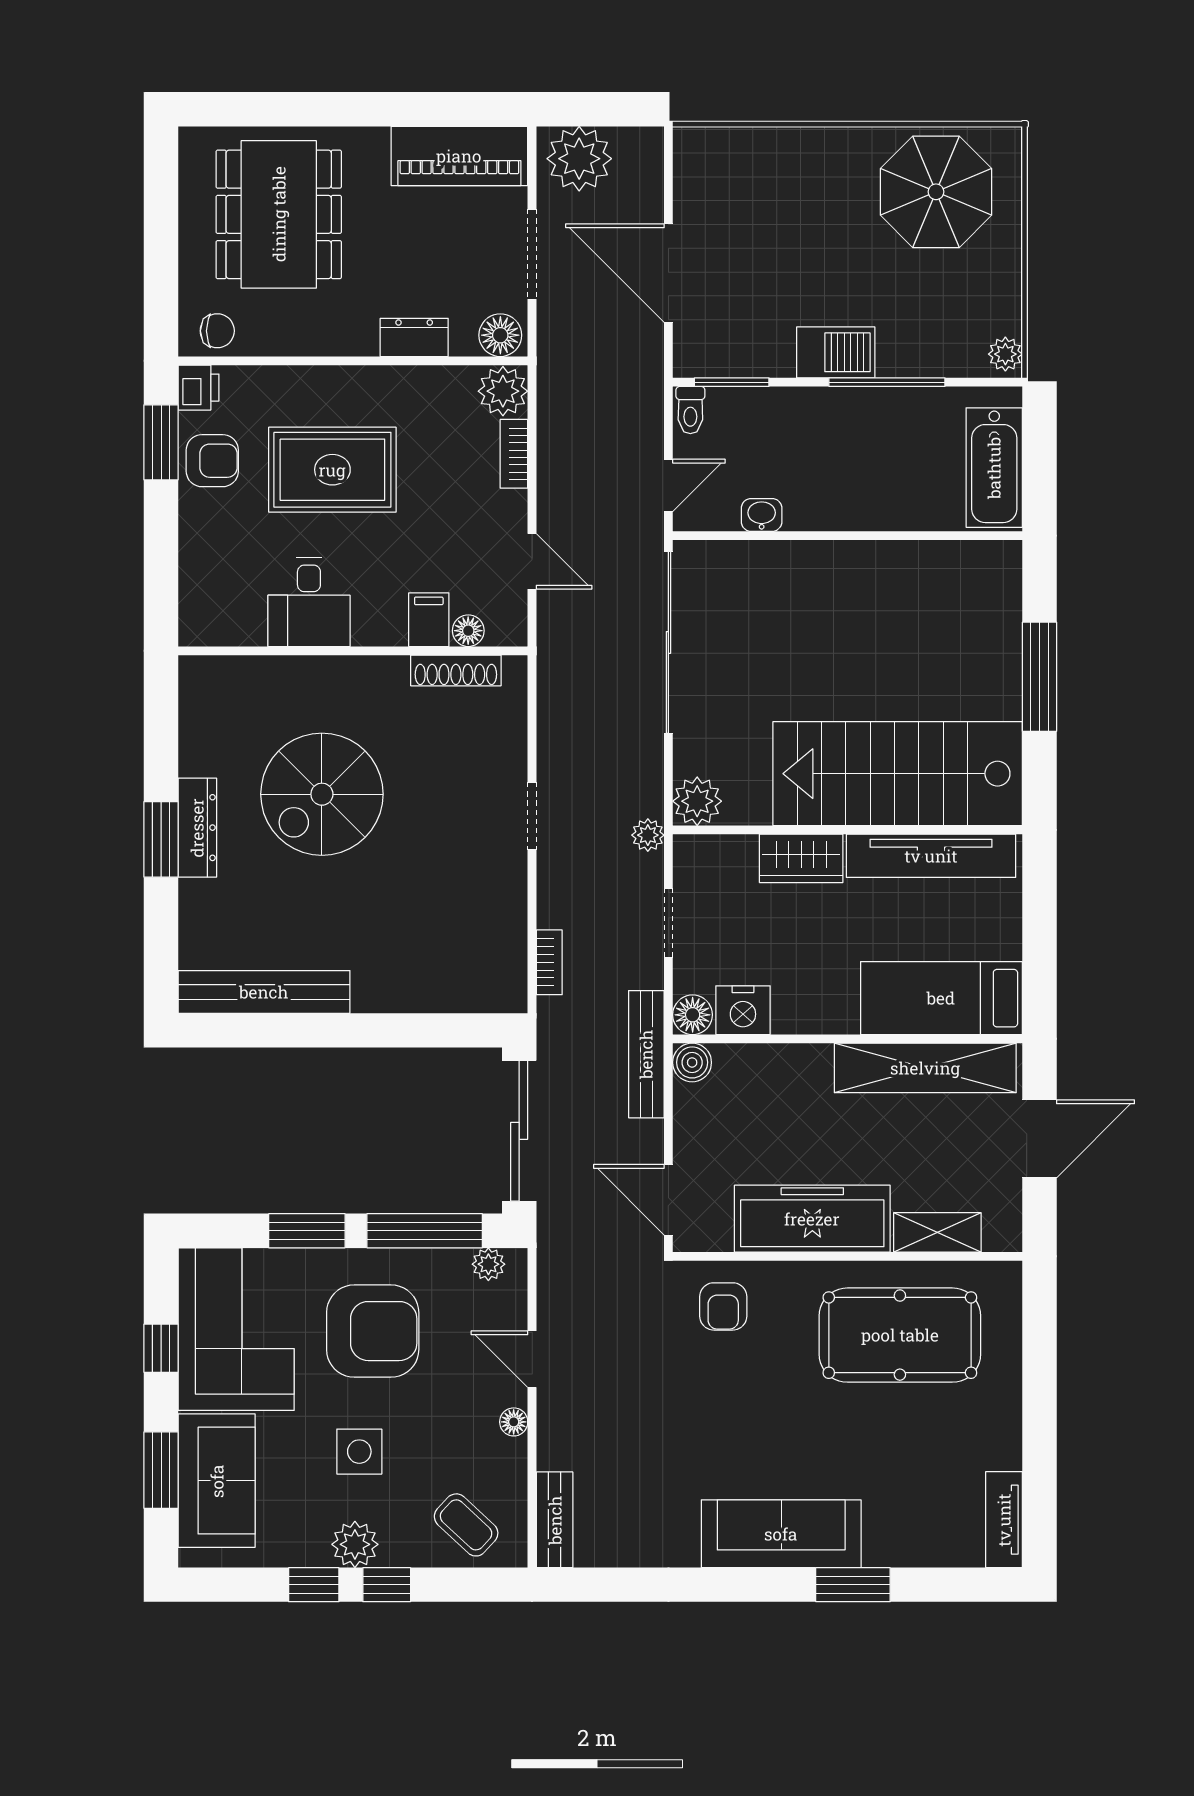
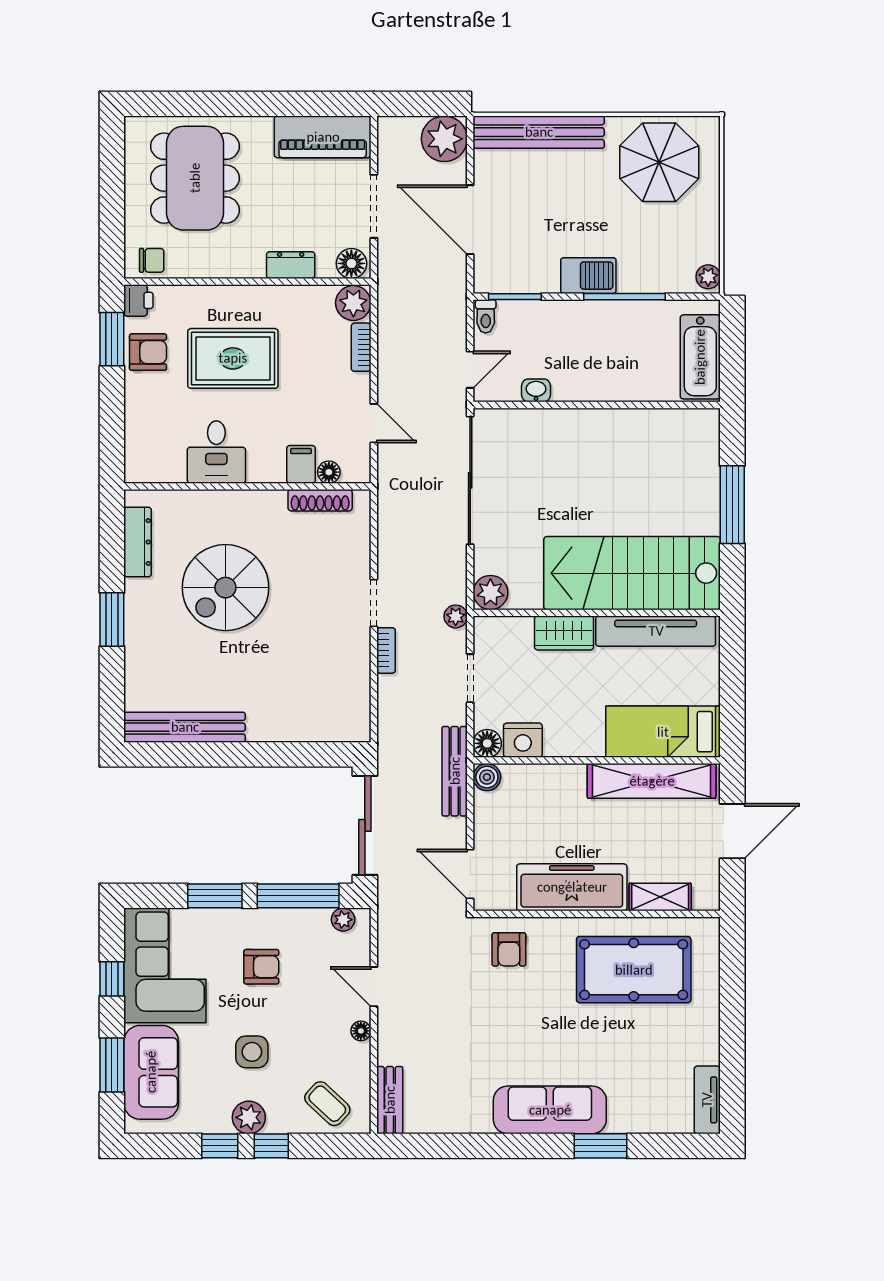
bench: (765, 149) -> (539, 132), added
plant: (579, 159) -> (444, 139), moved
dresser: (197, 828) -> (138, 542), moved
bookcase: (549, 962) -> (386, 650), moved
armchair: (373, 1331) -> (261, 967), width x0.53, depth x0.53

